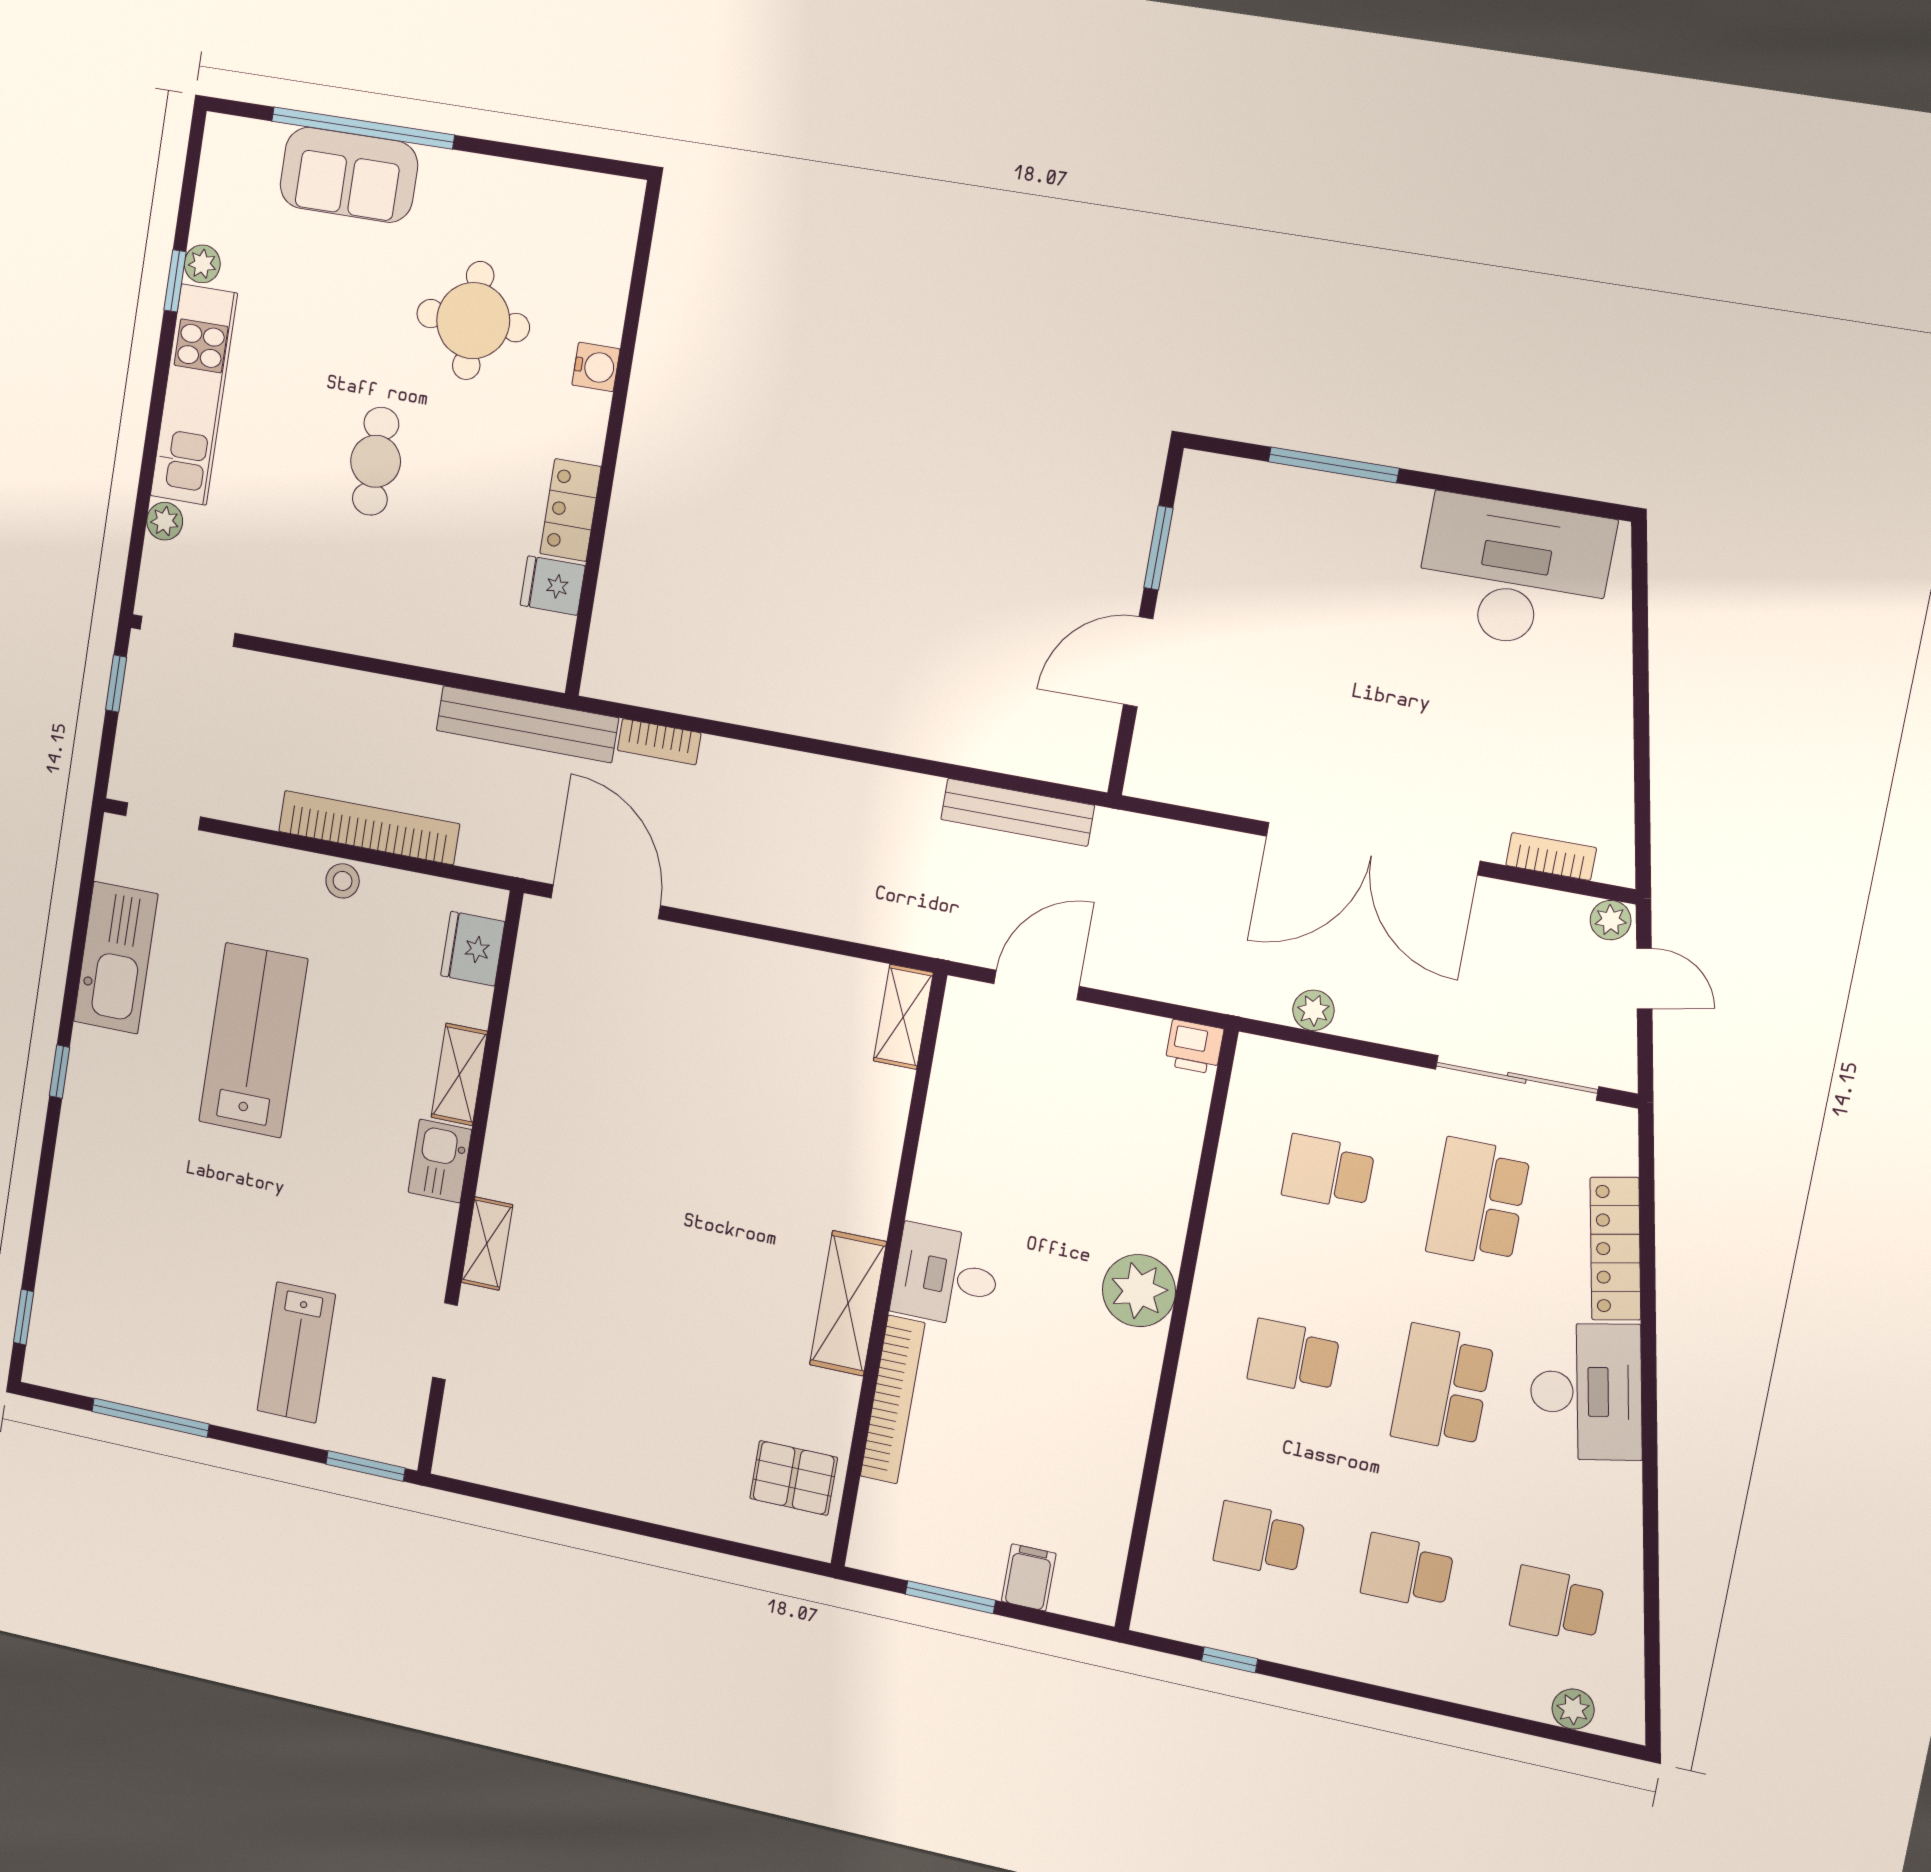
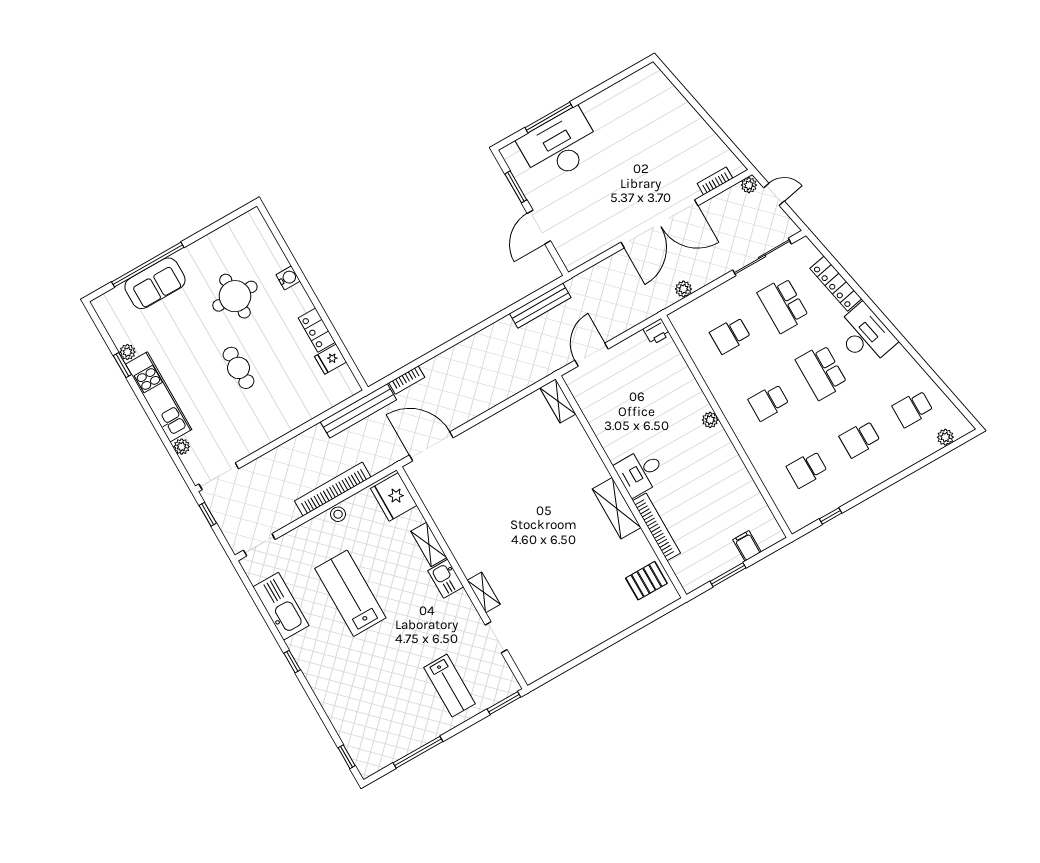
desk: (1514, 573) -> (560, 146), moved
fridge: (473, 949) -> (394, 497), width x1.36, depth x1.34
plant: (1139, 1291) -> (710, 420), width x0.53, depth x0.53

